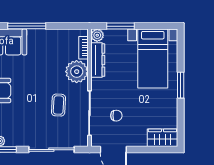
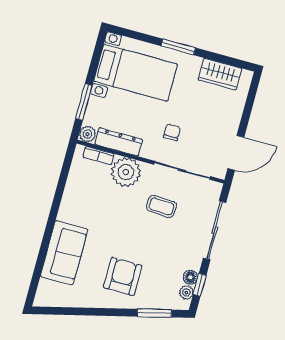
window: (27, 26) -> (52, 219), removed
chair: (116, 116) -> (172, 132), moved
wardrobe: (162, 138) -> (220, 74), moved, turned -90
floor lamp: (12, 141) -> (190, 277), added

